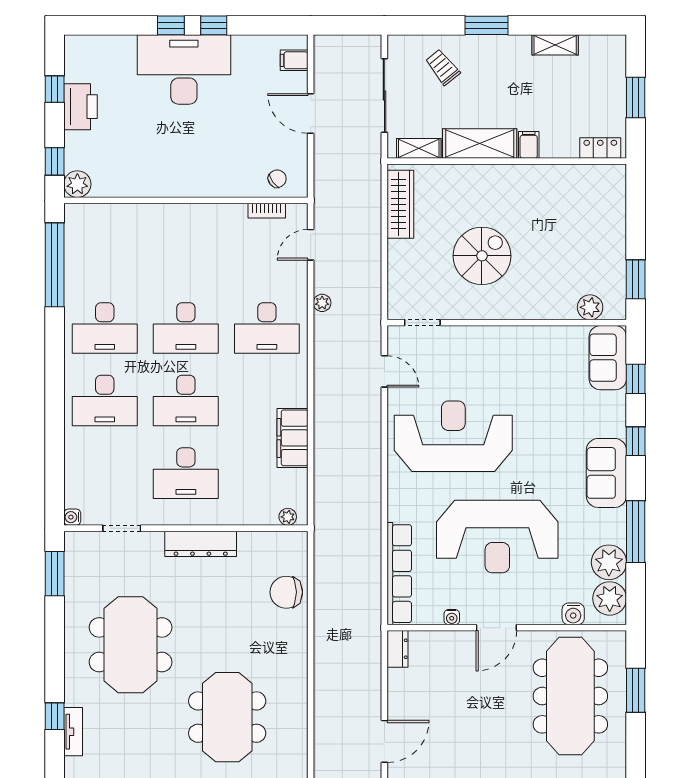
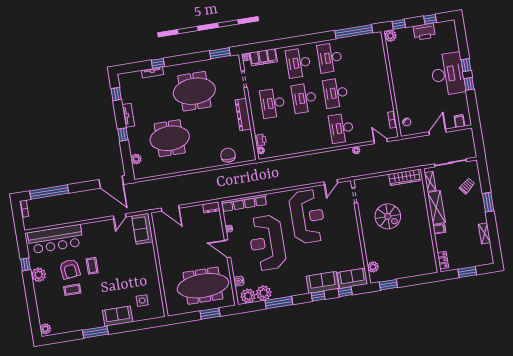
filing cabinet: (292, 438) -> (263, 57), moved, turned 180
sofa: (606, 473) -> (323, 282), moved
printer: (264, 514) -> (261, 140), added

